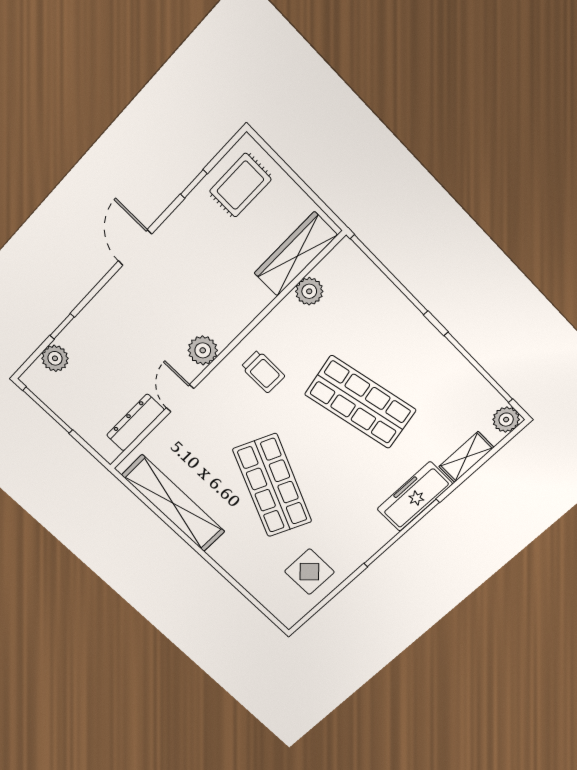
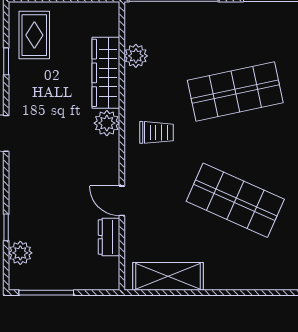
wardrobe: (296, 254) -> (106, 73), moved
plant: (203, 350) -> (107, 123), moved
dresser: (135, 423) -> (109, 237), width x0.70
shelving: (173, 503) -> (168, 276), width x0.68

